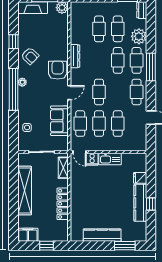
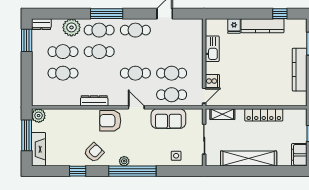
cafe table: (118, 124) -> (172, 52), removed
kitchen sink: (110, 159) -> (212, 49), moved
window: (151, 204) -> (280, 14), moved

